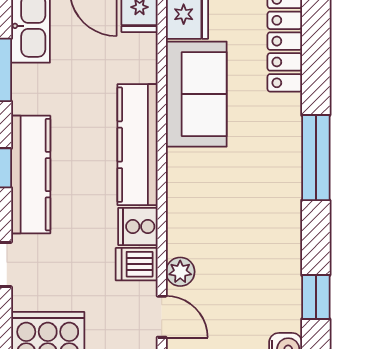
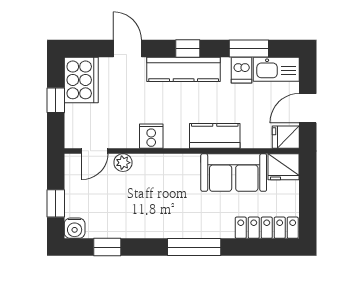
kitchen counter: (137, 145) -> (215, 136), width x0.67
dishwasher: (137, 264) -> (241, 70), moved, turned 180

